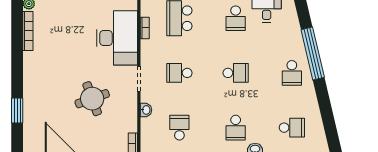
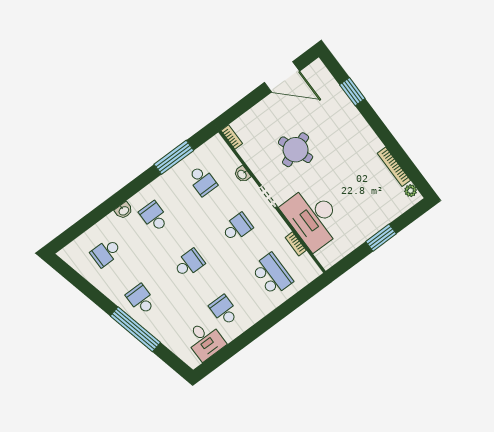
school desk: (236, 73) -> (189, 263), turned 180

